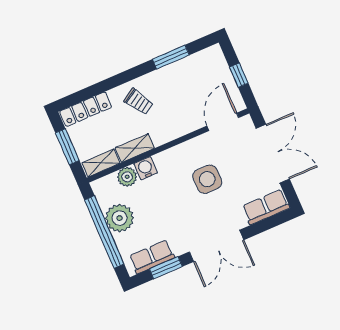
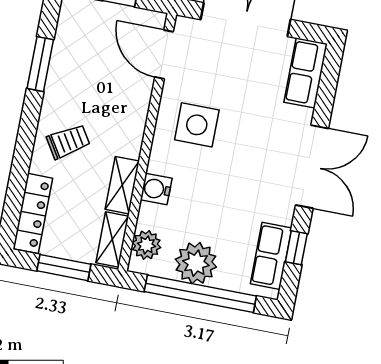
plant: (127, 177) -> (146, 245), moved
side table: (207, 179) -> (197, 125), moved
window: (166, 268) -> (296, 248), width x0.67

